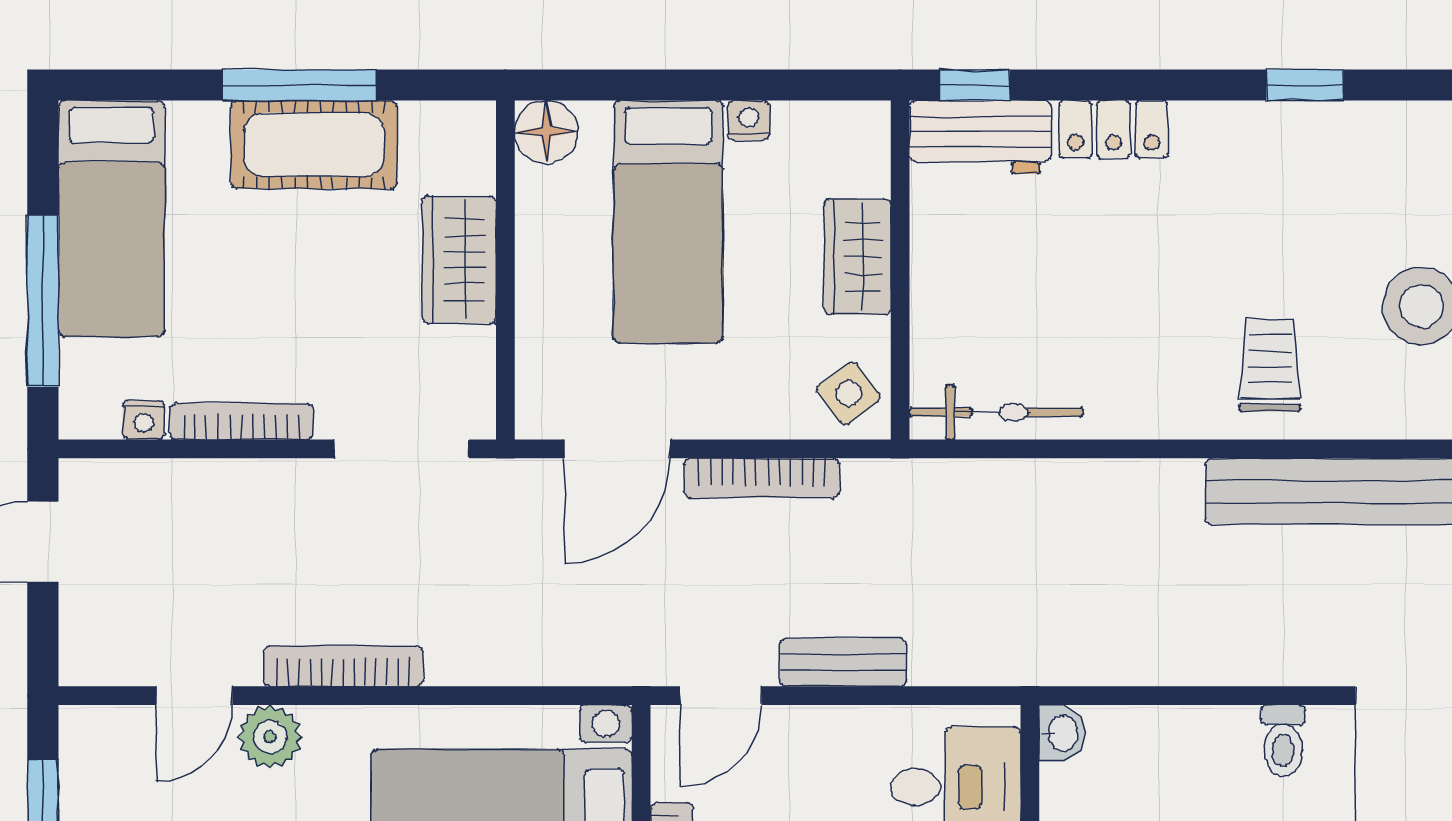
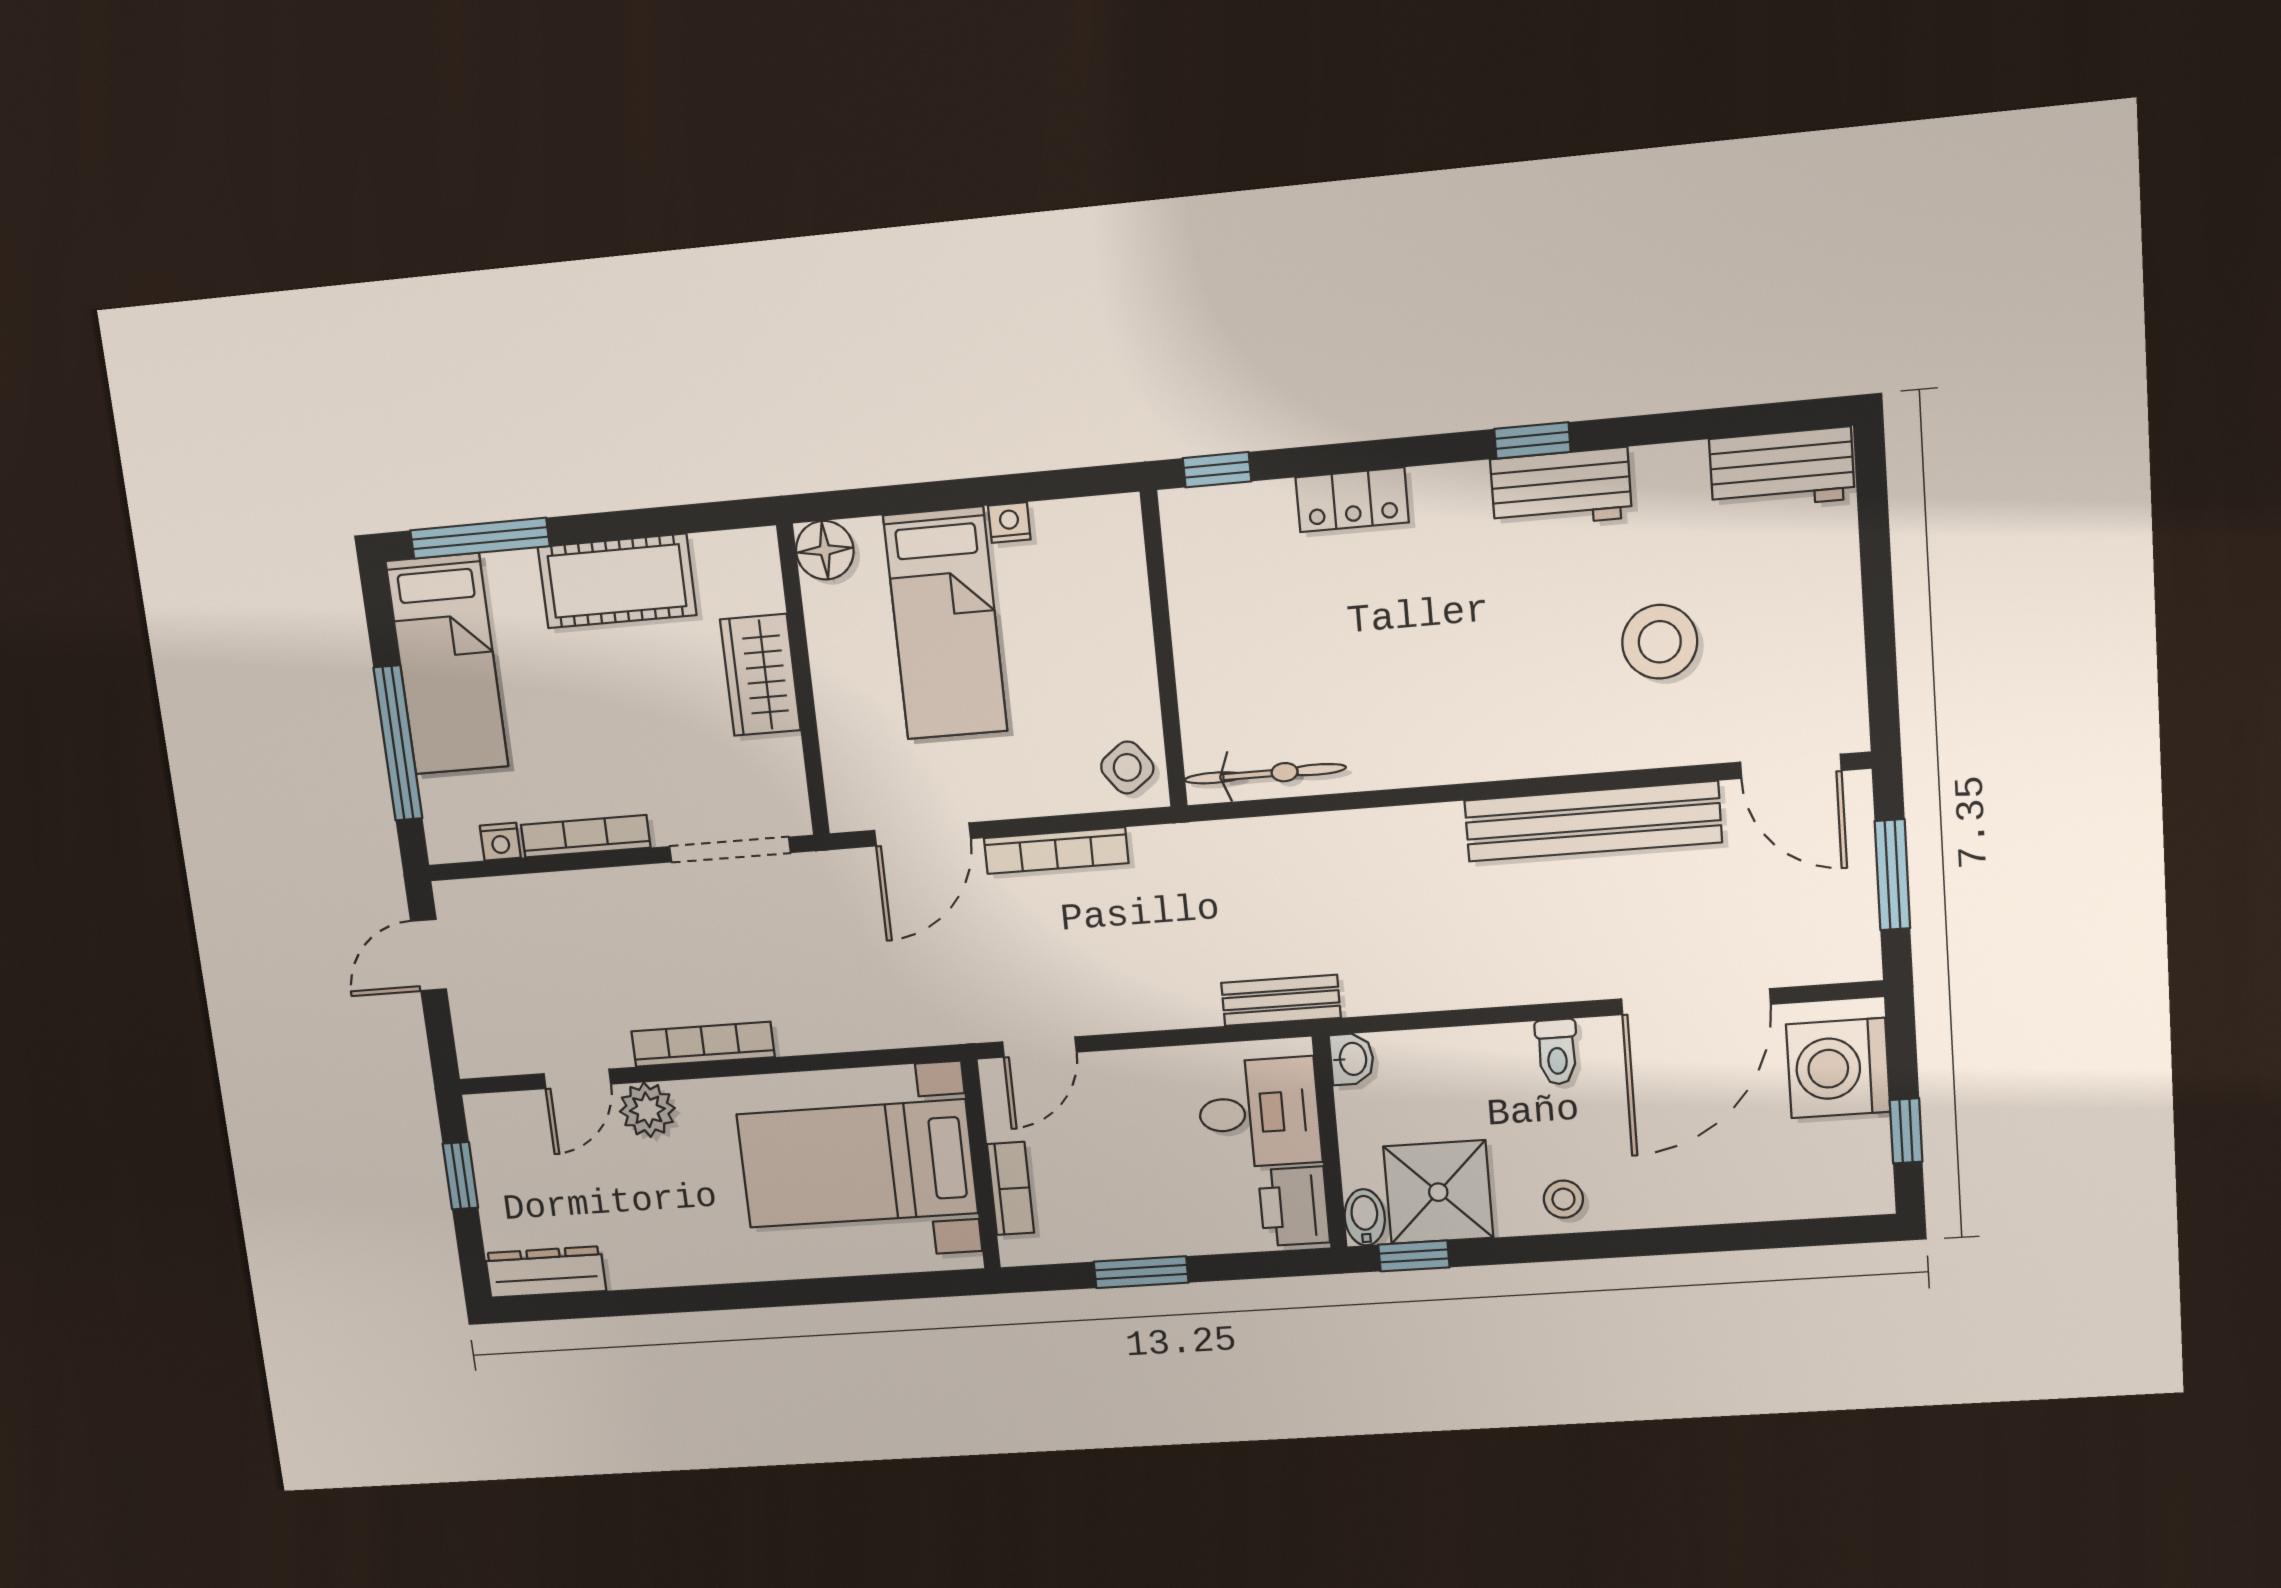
window: (300, 85) -> (480, 538), moved
workbench: (980, 137) -> (1561, 488), moved
wardrobe: (858, 257) -> (1123, 641), removed
trolley: (1270, 365) -> (1519, 710), removed
bench: (843, 662) -> (1281, 1000), moved

